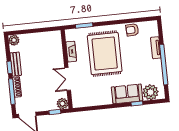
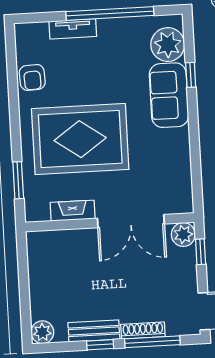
double door: (68, 79) -> (131, 221), width x1.37

